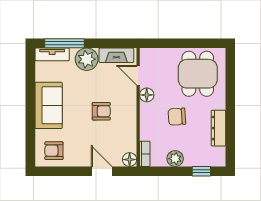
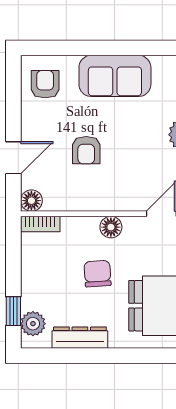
floor lamp: (147, 95) -> (111, 227), moved
armchair: (101, 111) -> (86, 150), moved
plant: (175, 159) -> (33, 324), moved

